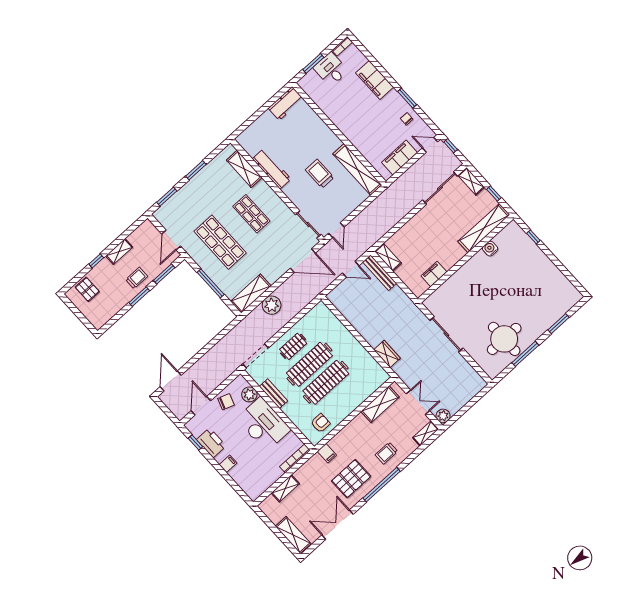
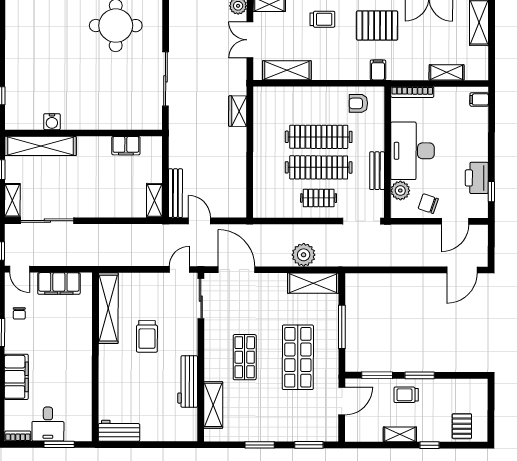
filing cabinet: (228, 464) -> (479, 99), moved

